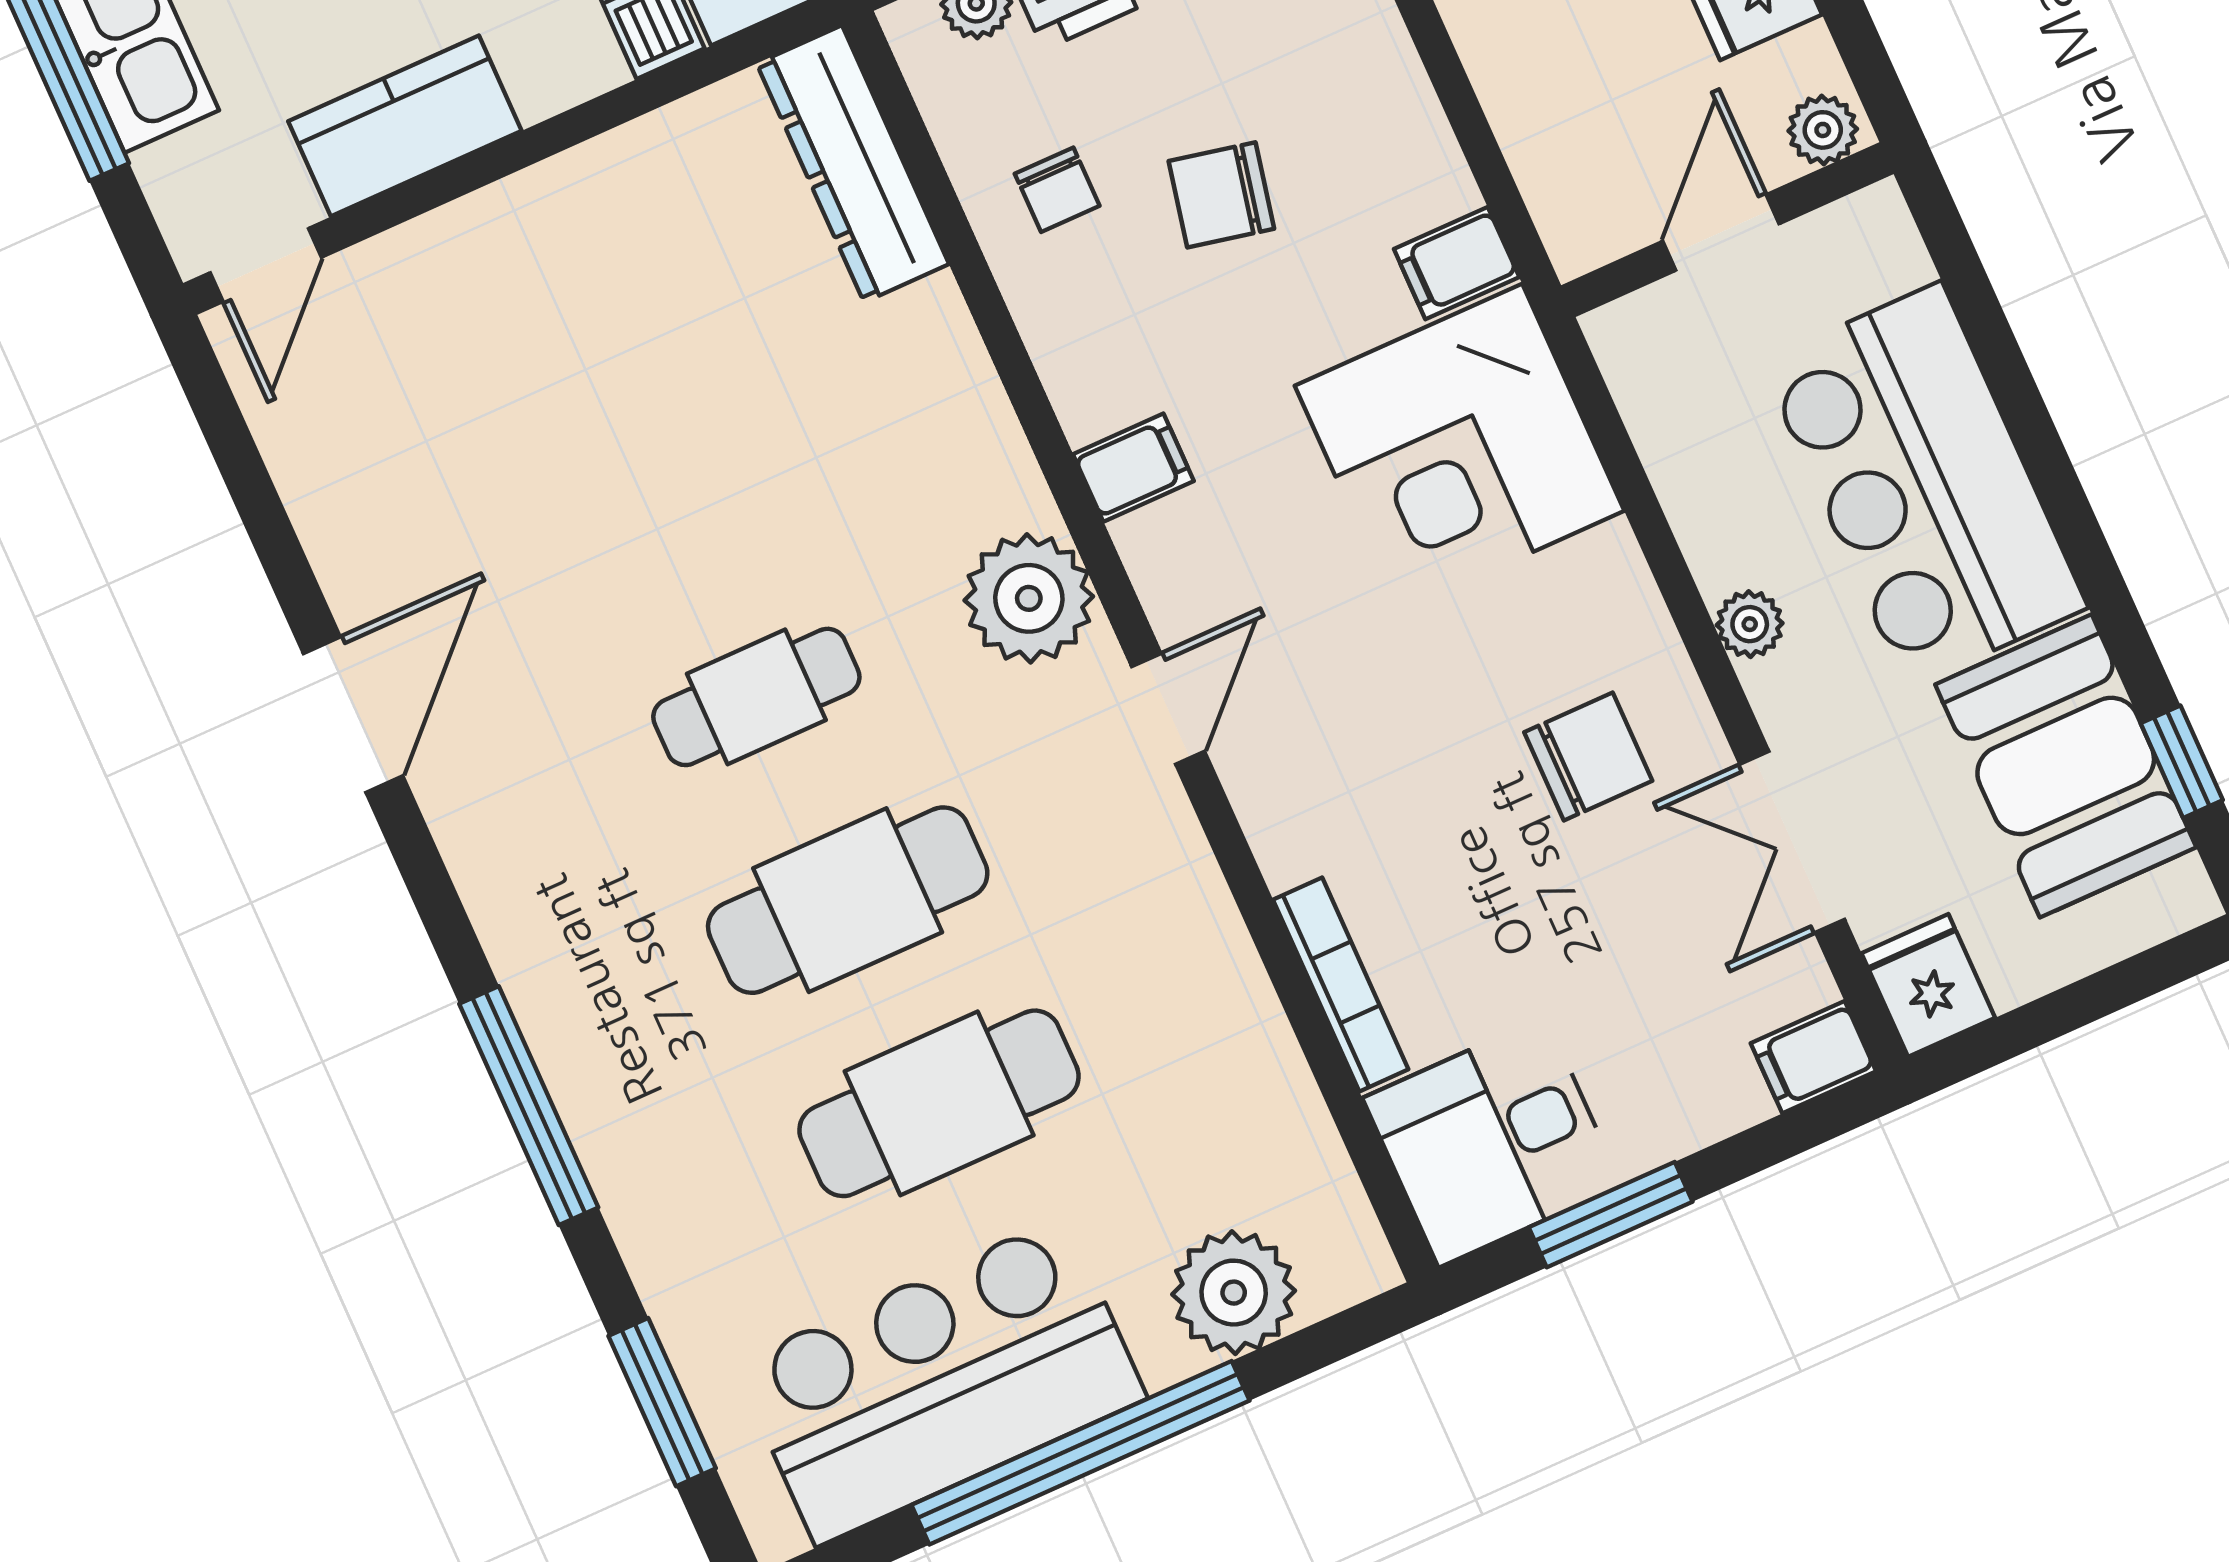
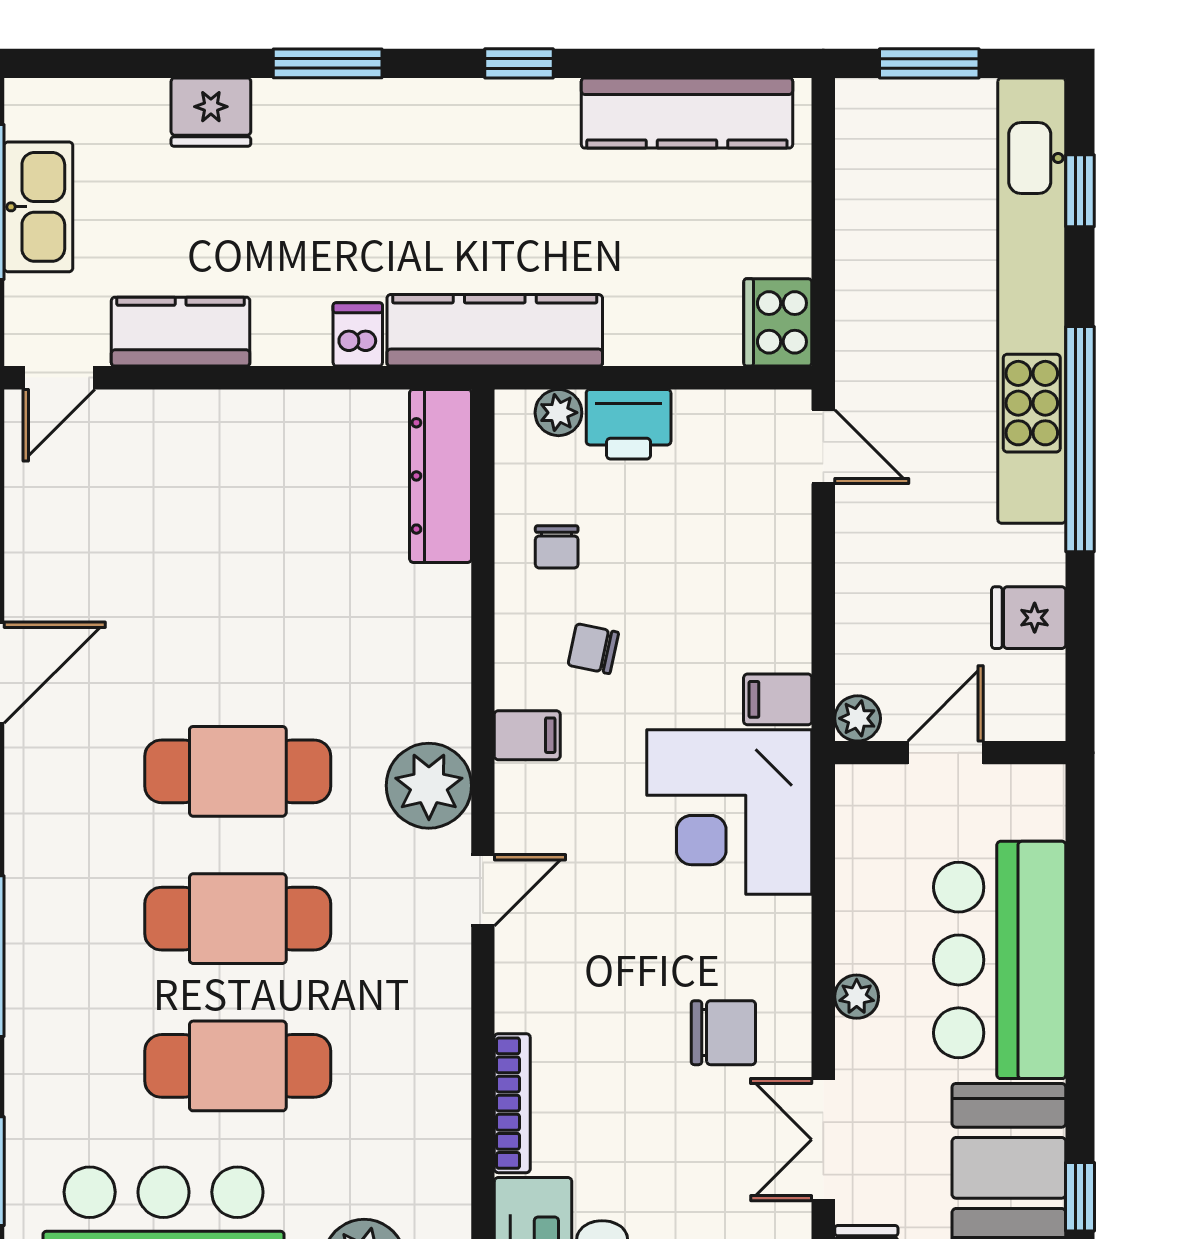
plant: (1823, 130) -> (858, 718), moved
chair: (1221, 195) -> (593, 649), moved, width x0.73, depth x0.73
cafe table: (756, 697) -> (238, 771), width x1.37, depth x1.35

